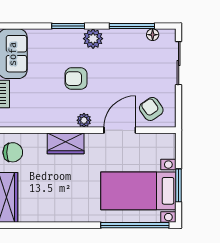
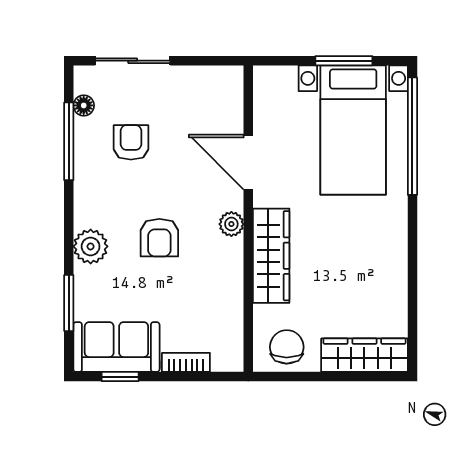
window: (68, 26) -> (69, 303), moved
plant: (93, 39) -> (91, 246), moved
armchair: (151, 109) -> (131, 142), moved, turned 125
wardrobe: (66, 143) -> (271, 256), width x1.50

